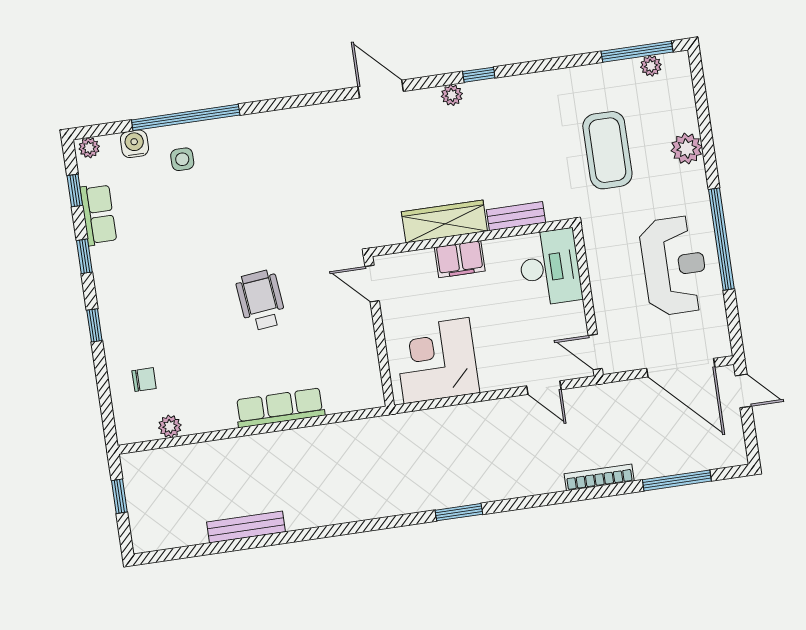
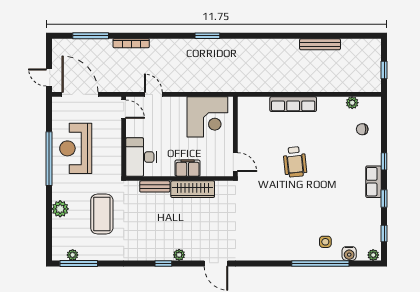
row of seats: (98, 215) -> (374, 182), moved

